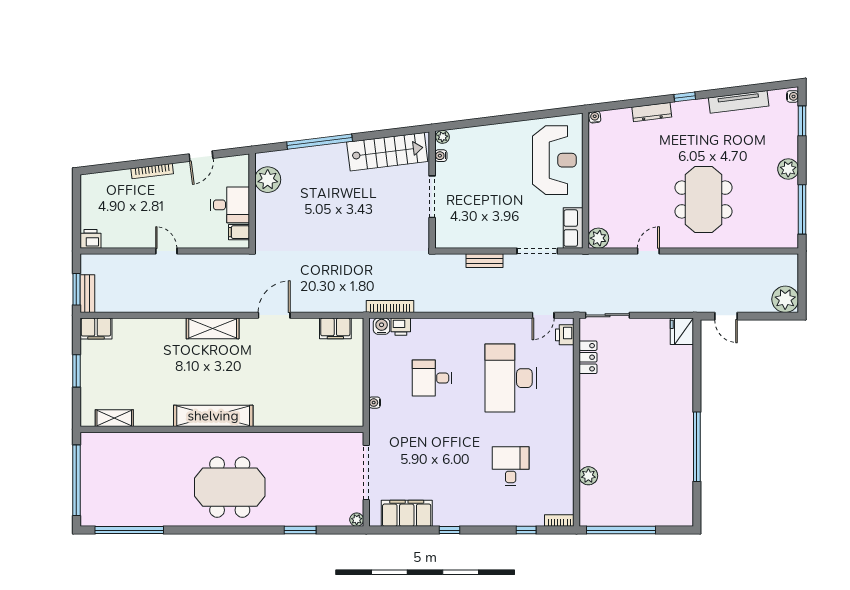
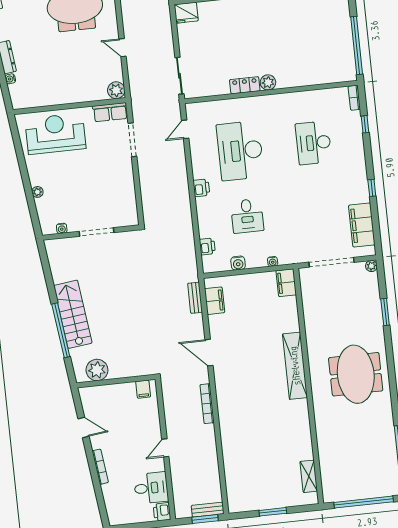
water cooler: (595, 117) -> (10, 79), moved
plant: (443, 137) -> (37, 192), moved
stairs: (387, 152) -> (73, 314), moved
desk: (230, 205) -> (151, 488), moved, turned 90
bench: (484, 261) -> (195, 298), moved
bookcase: (390, 306) -> (207, 404), moved
door: (543, 315) -> (185, 129), swing flipped
water cooler: (382, 326) -> (238, 263), moved, turned -90
shelving: (213, 328) -> (225, 403), removed
filing cabinet: (96, 329) -> (286, 283), moved, turned 180
printer: (565, 335) -> (201, 188), moved, turned -90
locker: (588, 357) -> (245, 85), moved
desk: (511, 378) -> (240, 151), turned 90
shelving: (213, 416) -> (295, 366), moved
desk: (511, 466) -> (314, 143), width x1.37
plant: (588, 476) -> (268, 82), moved

